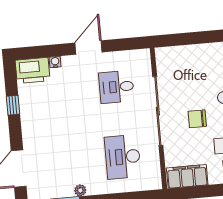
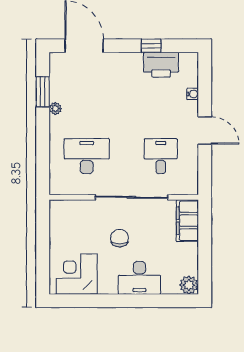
printer: (33, 70) -> (161, 65), moved, turned -90
filing cabinet: (187, 176) -> (187, 221), moved, turned 180

